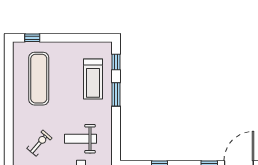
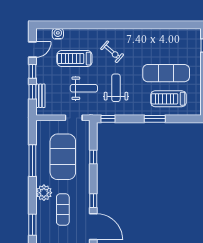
window: (116, 62) -> (108, 119), moved
exercise mat: (39, 79) -> (166, 73), moved

